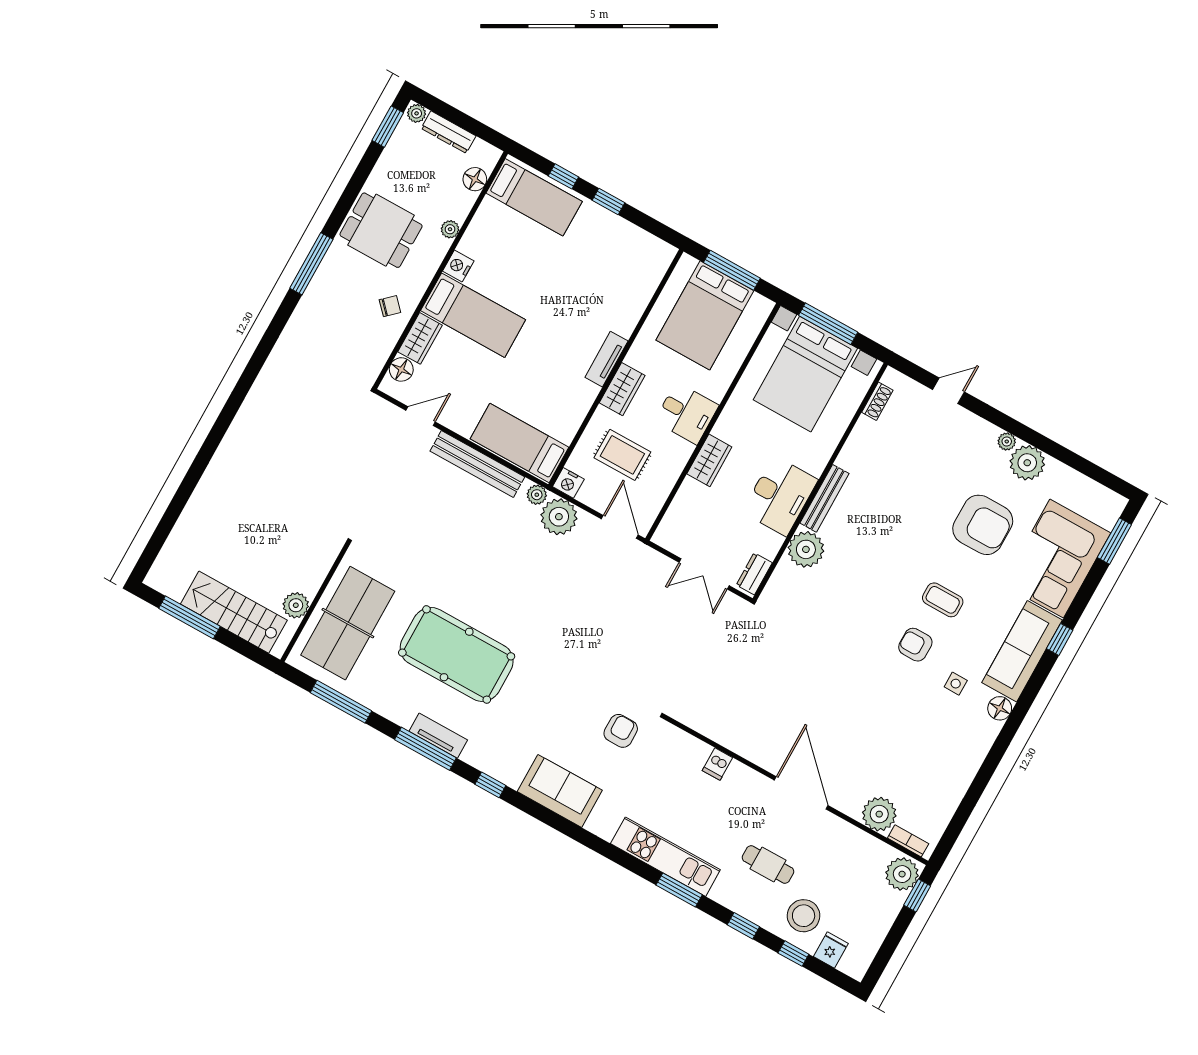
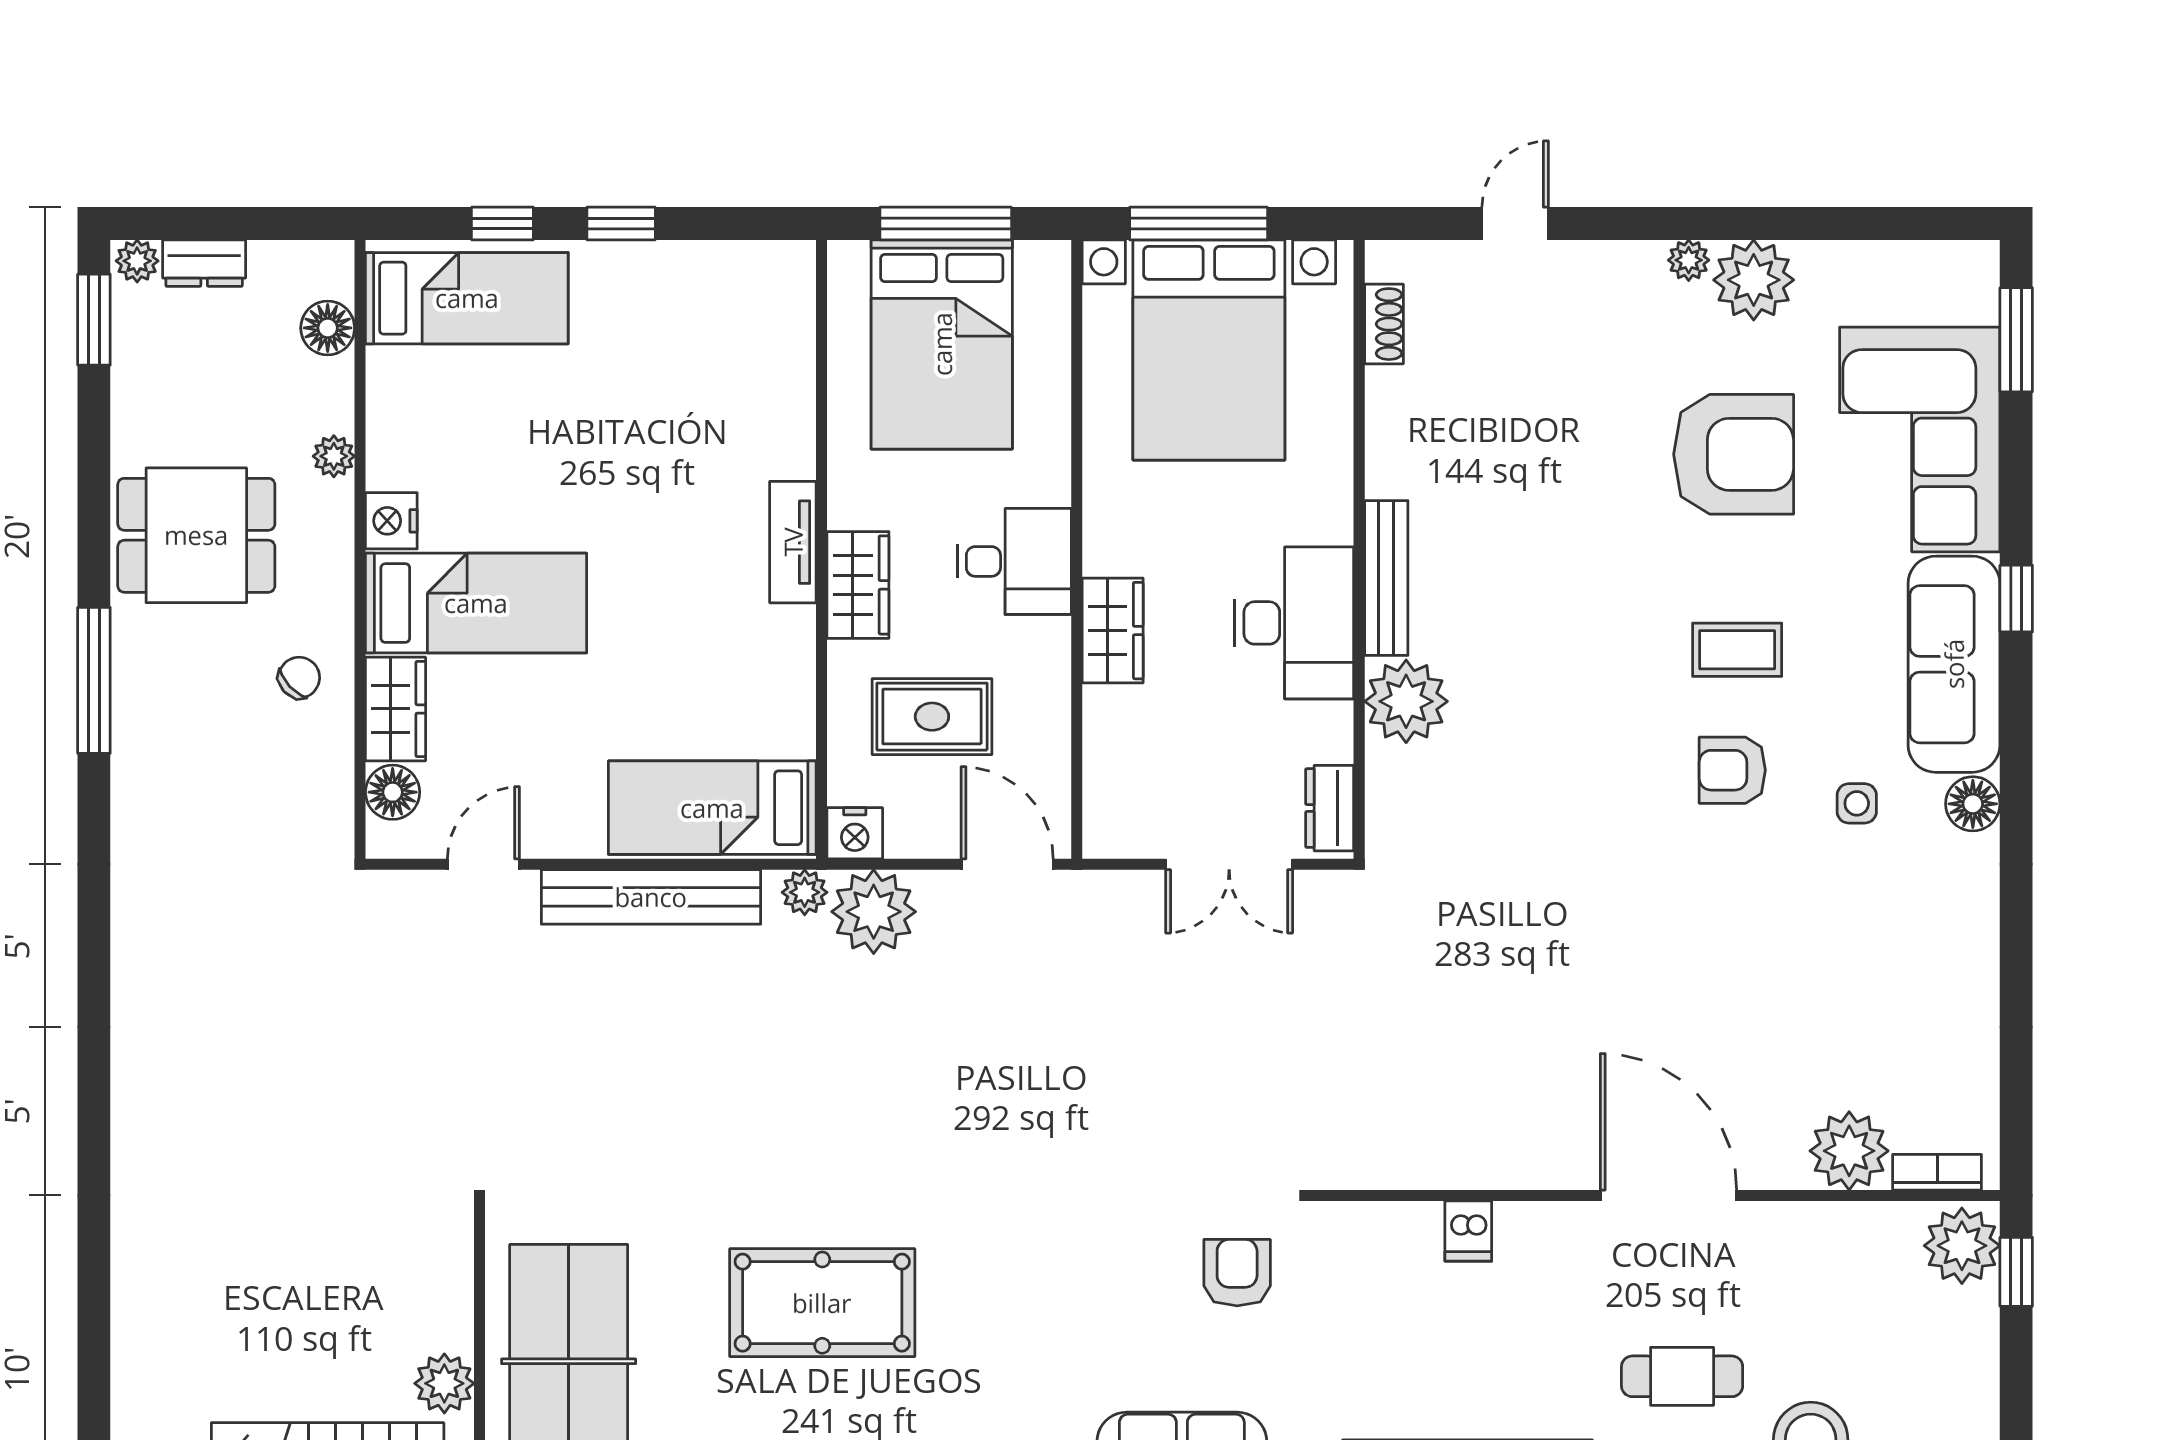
dresser: (448, 132) -> (204, 263), width x0.70
pool table: (457, 654) -> (822, 1303), width x0.73, depth x0.76

